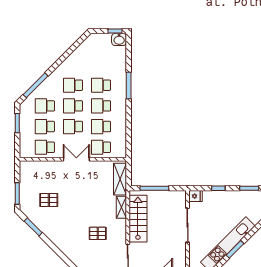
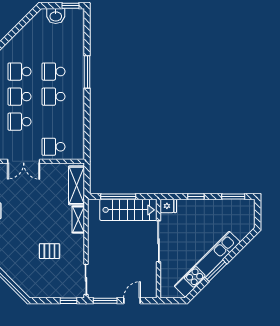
washbasin: (119, 39) -> (56, 16), moved
school desk: (101, 127) -> (54, 122), removed
double door: (76, 159) -> (24, 161), swing flipped
stairs: (138, 219) -> (128, 210), moved, turned 90

